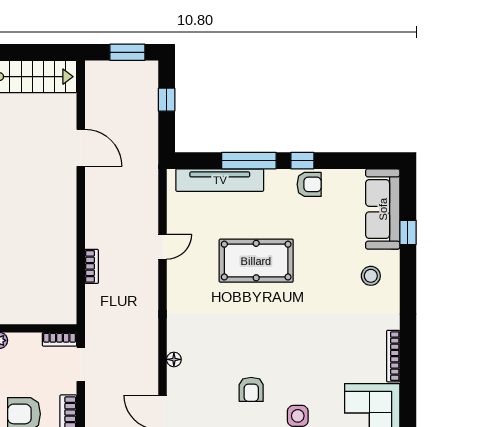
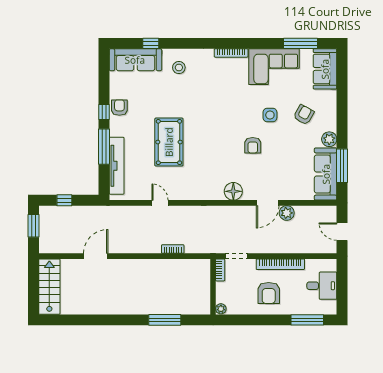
floor lamp: (174, 359) -> (233, 191), width x1.89, depth x1.89
armchair: (251, 389) -> (253, 145), turned 90

